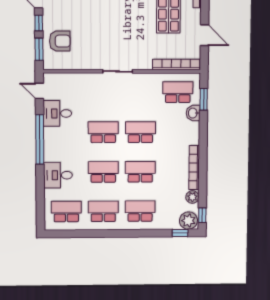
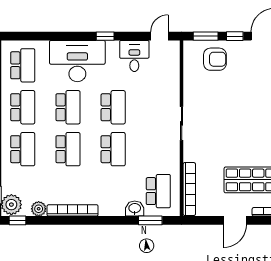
door: (204, 35) -> (235, 220), moved
armchair: (60, 41) -> (215, 59), turned -90
window: (40, 139) -> (105, 36), width x0.32
desk: (58, 175) -> (77, 61), width x1.87, depth x1.30

